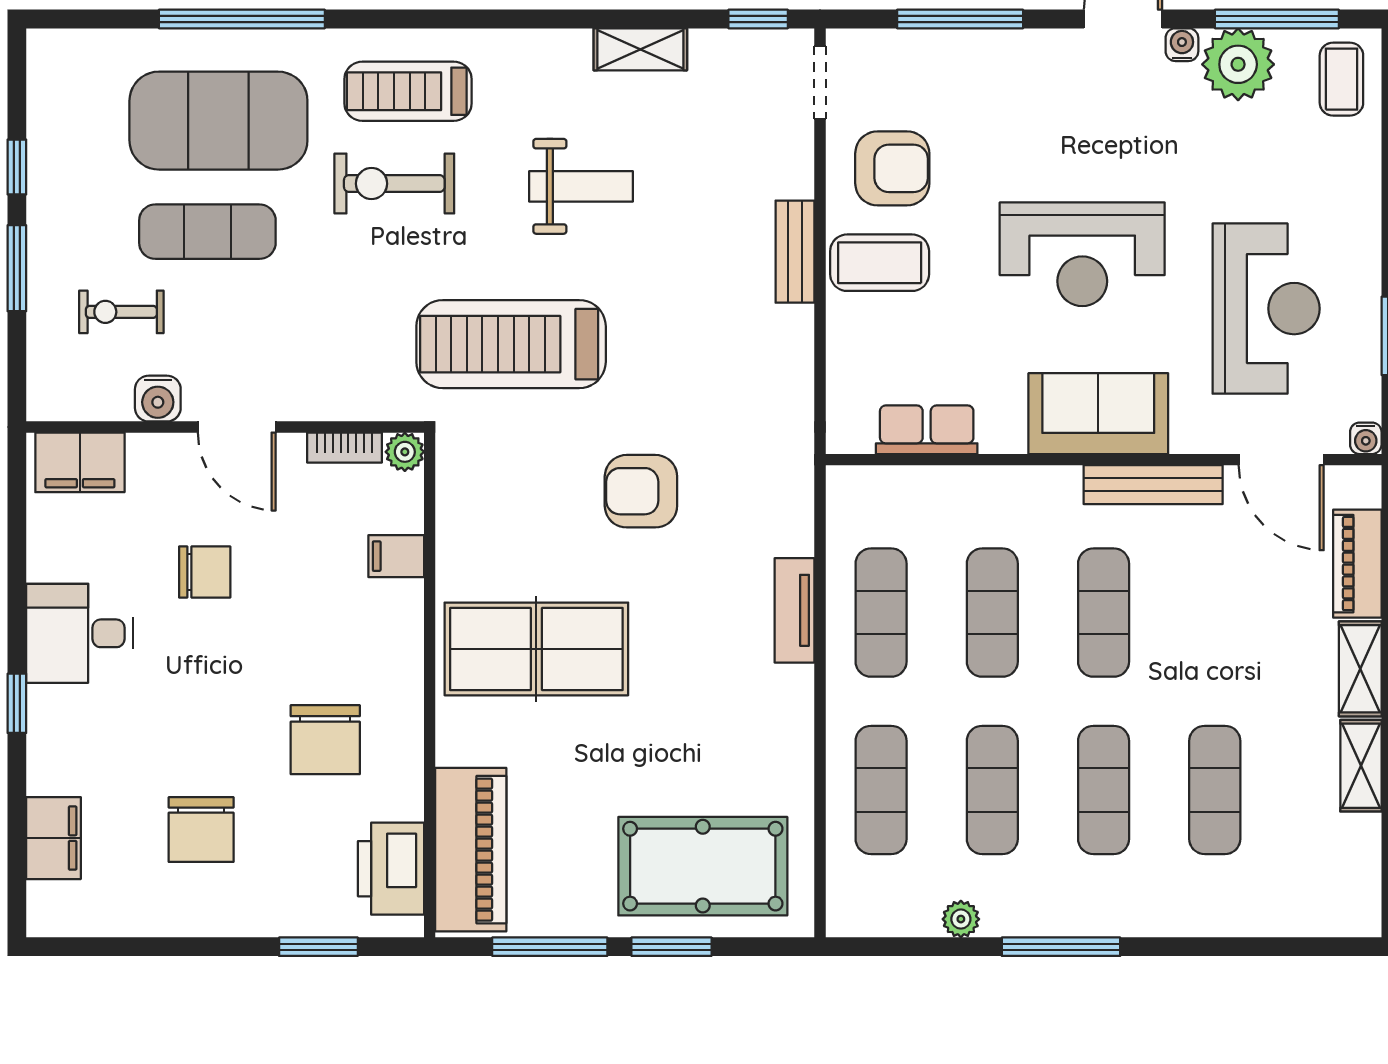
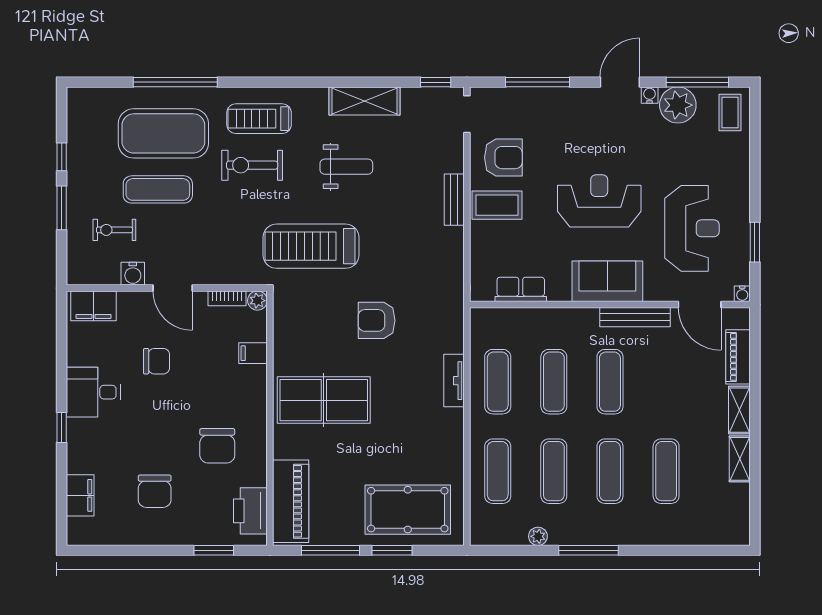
shelving: (640, 49) -> (364, 101), width x1.50, depth x1.33
reception desk: (1082, 254) -> (599, 201), turned 180

